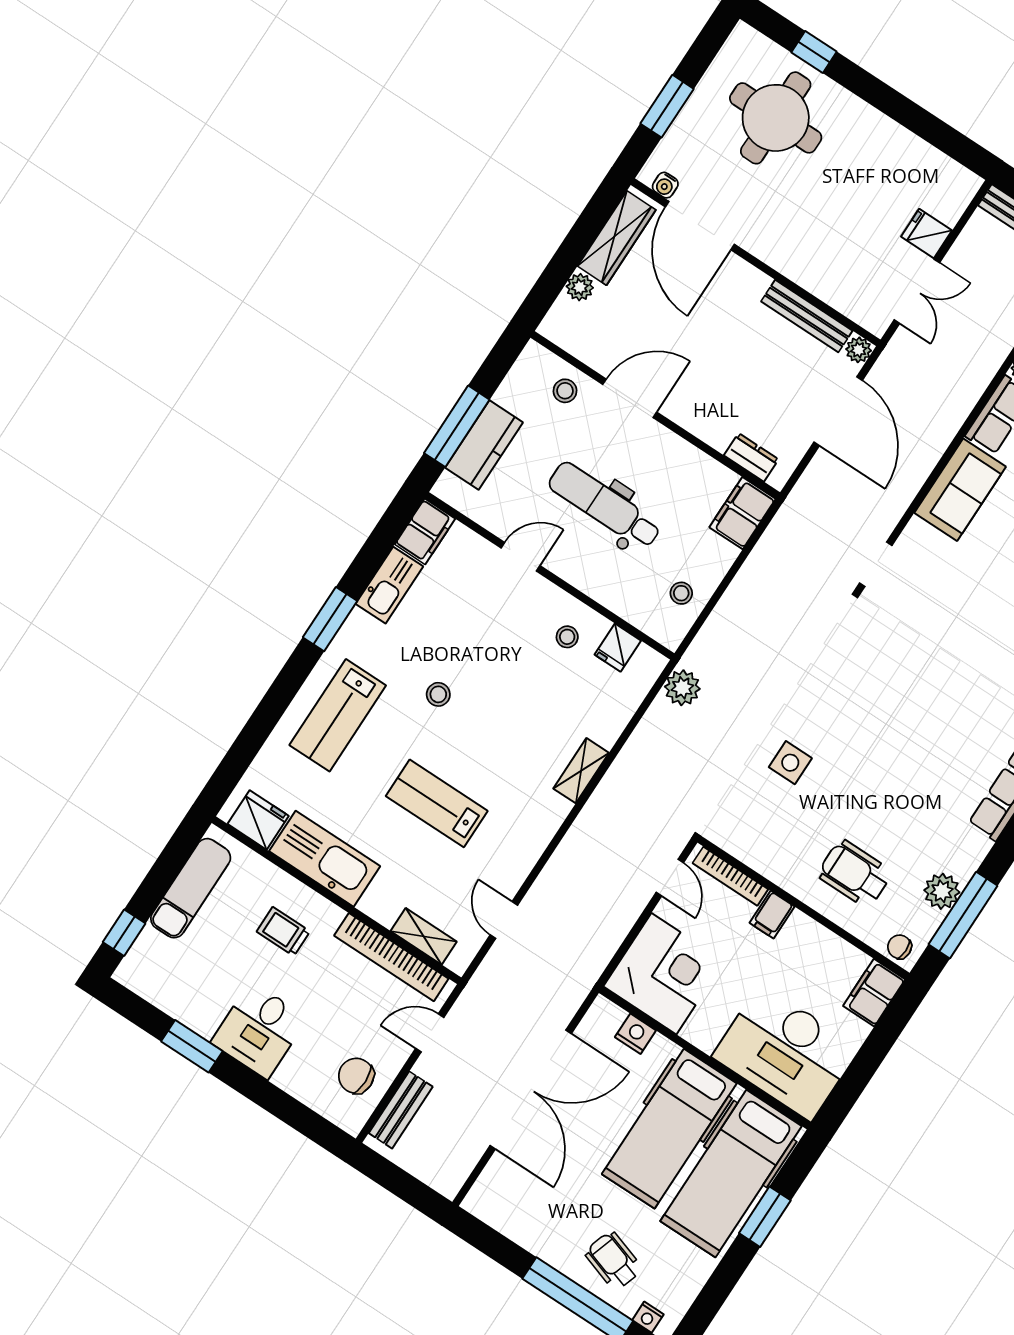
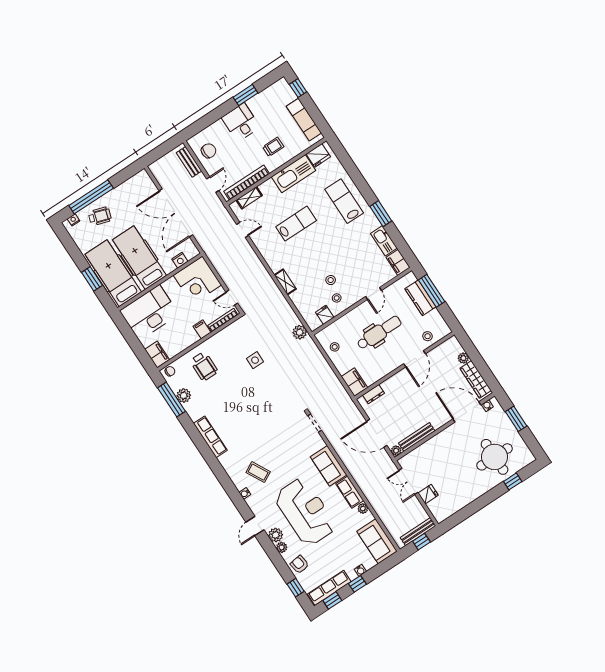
stool: (438, 694) -> (331, 280), moved
wheelchair: (855, 874) -> (204, 366), turned 90

